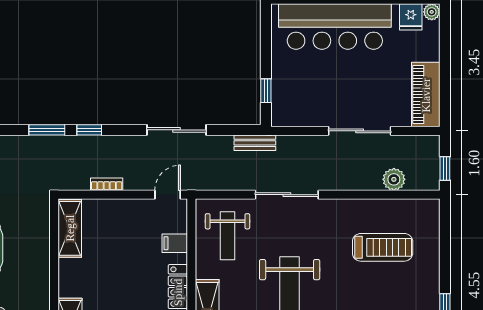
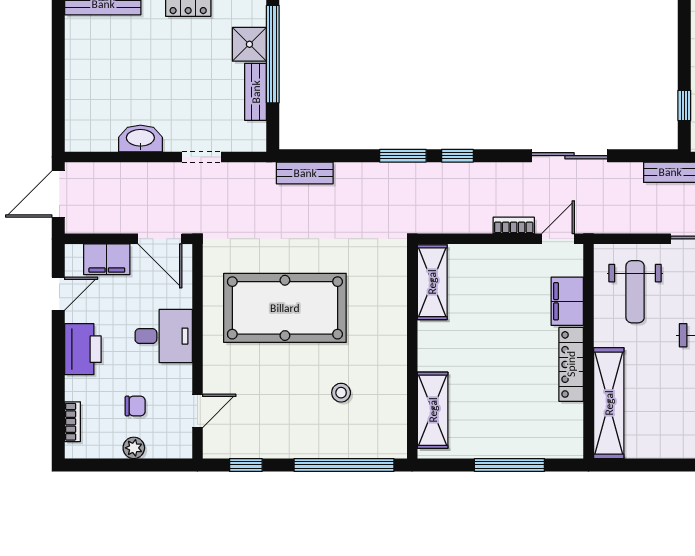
bookcase: (107, 184) -> (514, 225), moved
filing cabinet: (175, 243) -> (567, 301), width x2.00

